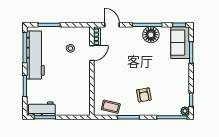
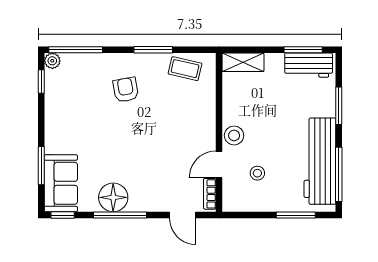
stool: (83, 69) -> (234, 135), added
shelving: (78, 110) -> (243, 62), added

